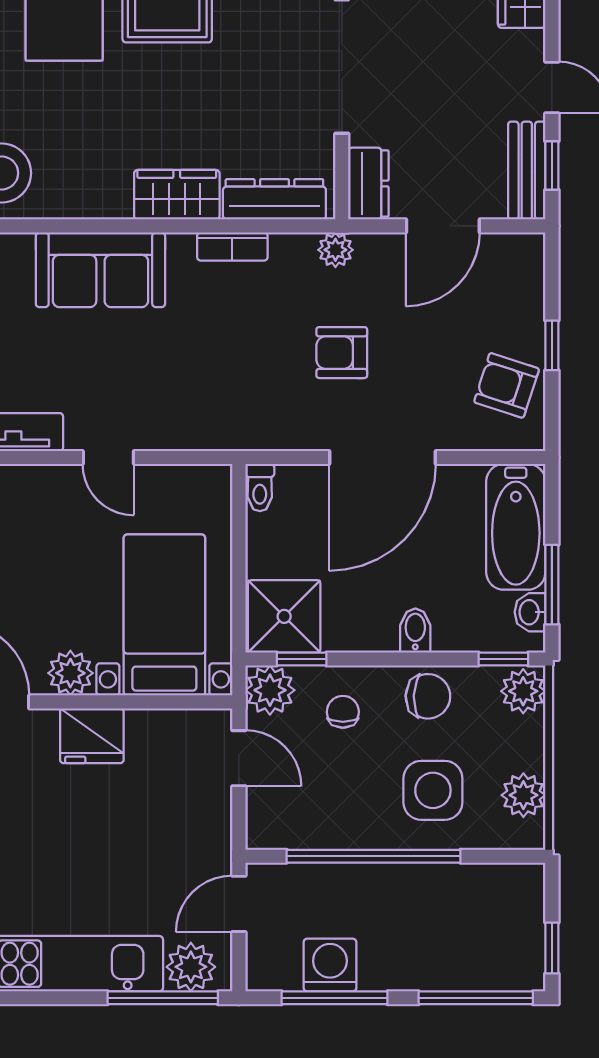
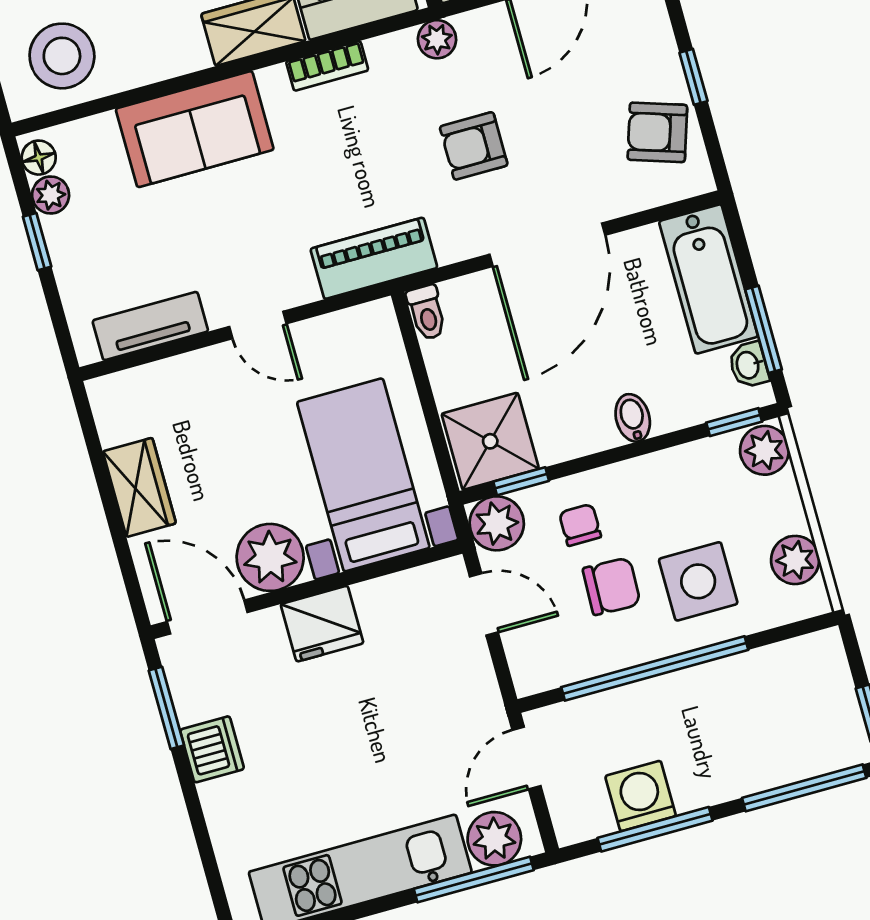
piano: (227, 427) -> (374, 258), added
plant: (70, 673) -> (270, 557), width x1.36, depth x1.36
chair: (428, 696) -> (612, 586), moved

